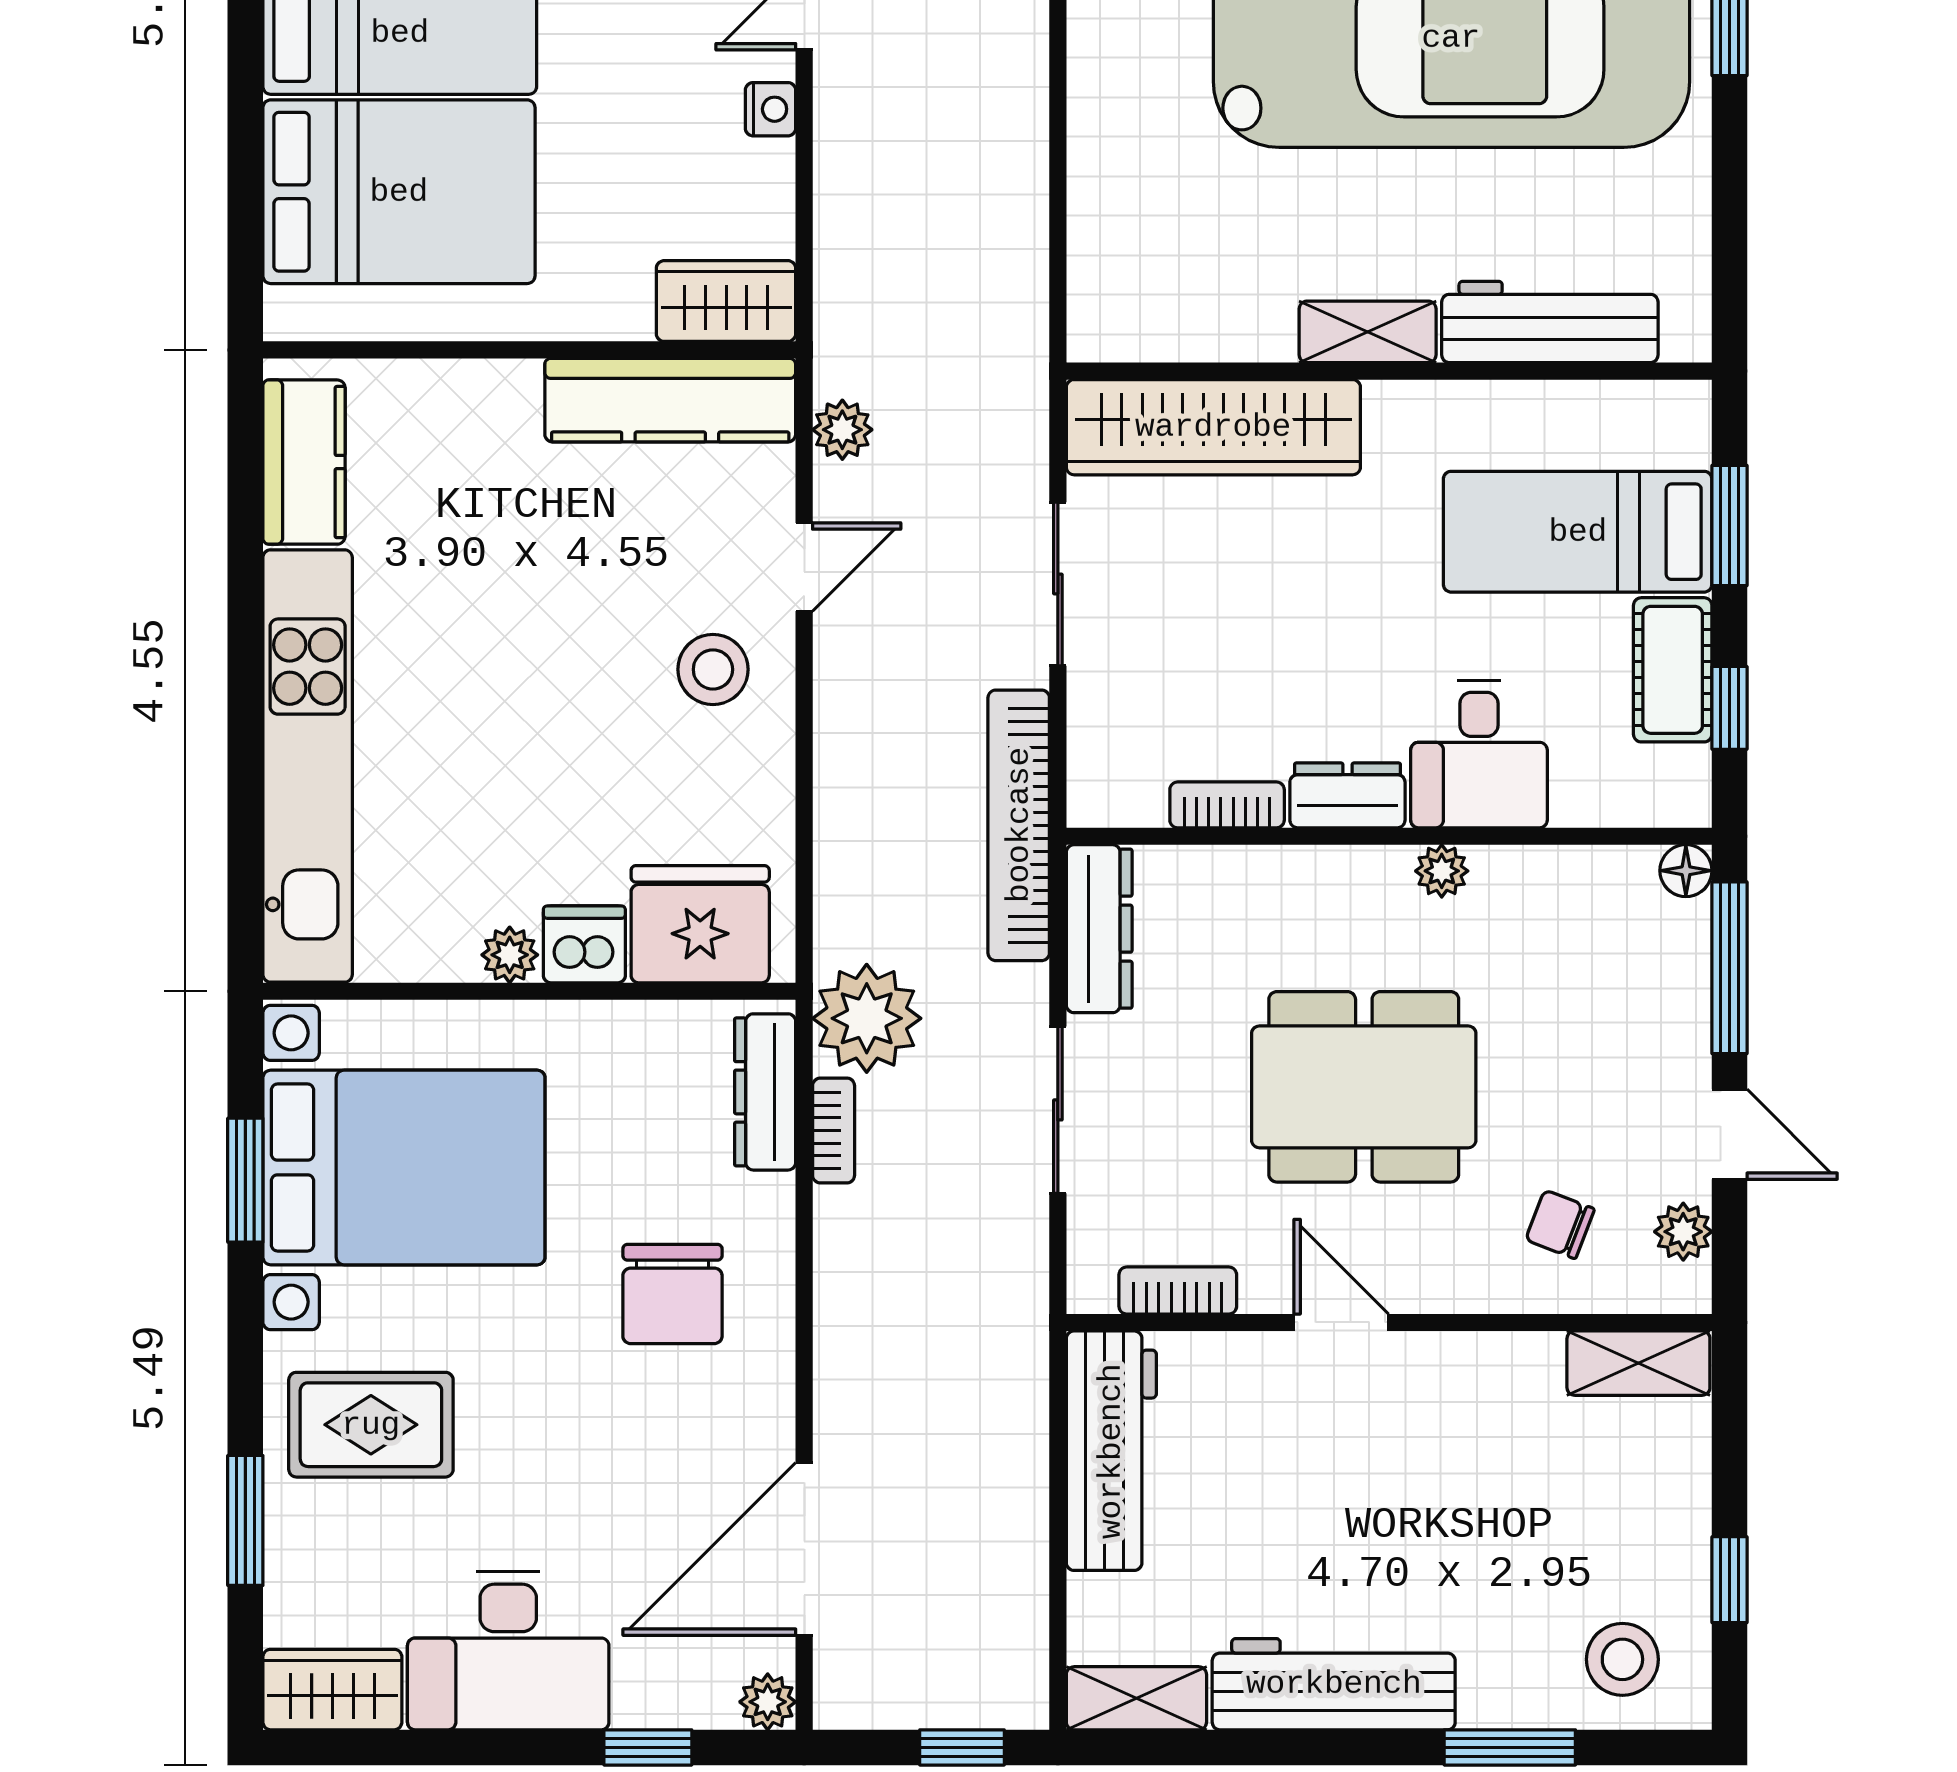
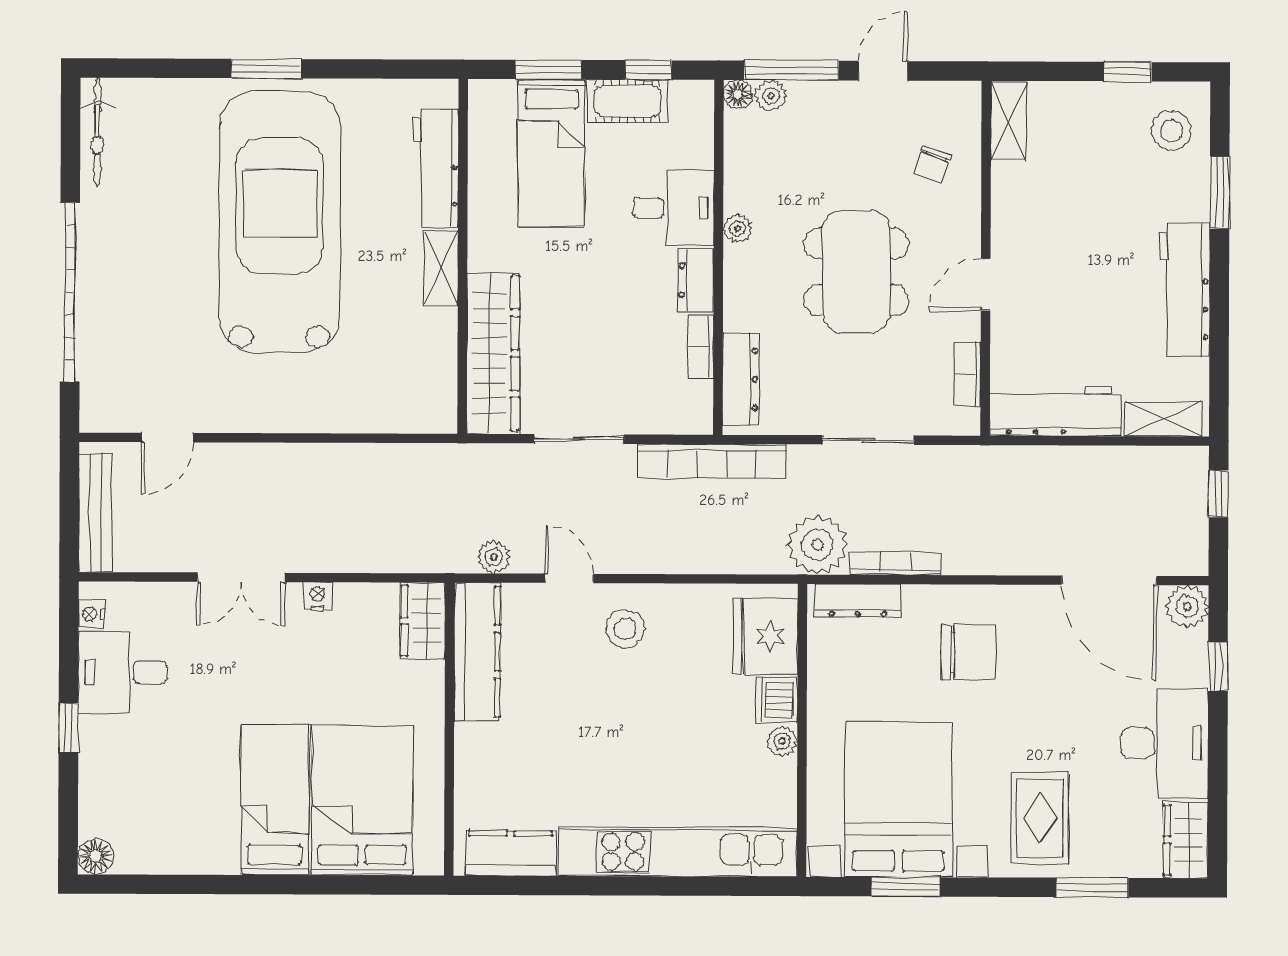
dresser: (1099, 929) -> (741, 379), moved, turned 90
bookcase: (834, 1131) -> (895, 563), width x1.56
plant: (1683, 1232) -> (771, 96), moved
shelving: (1136, 1698) -> (1163, 419), moved, turned 90
plant: (768, 1702) -> (1187, 606), width x1.38, depth x1.38

